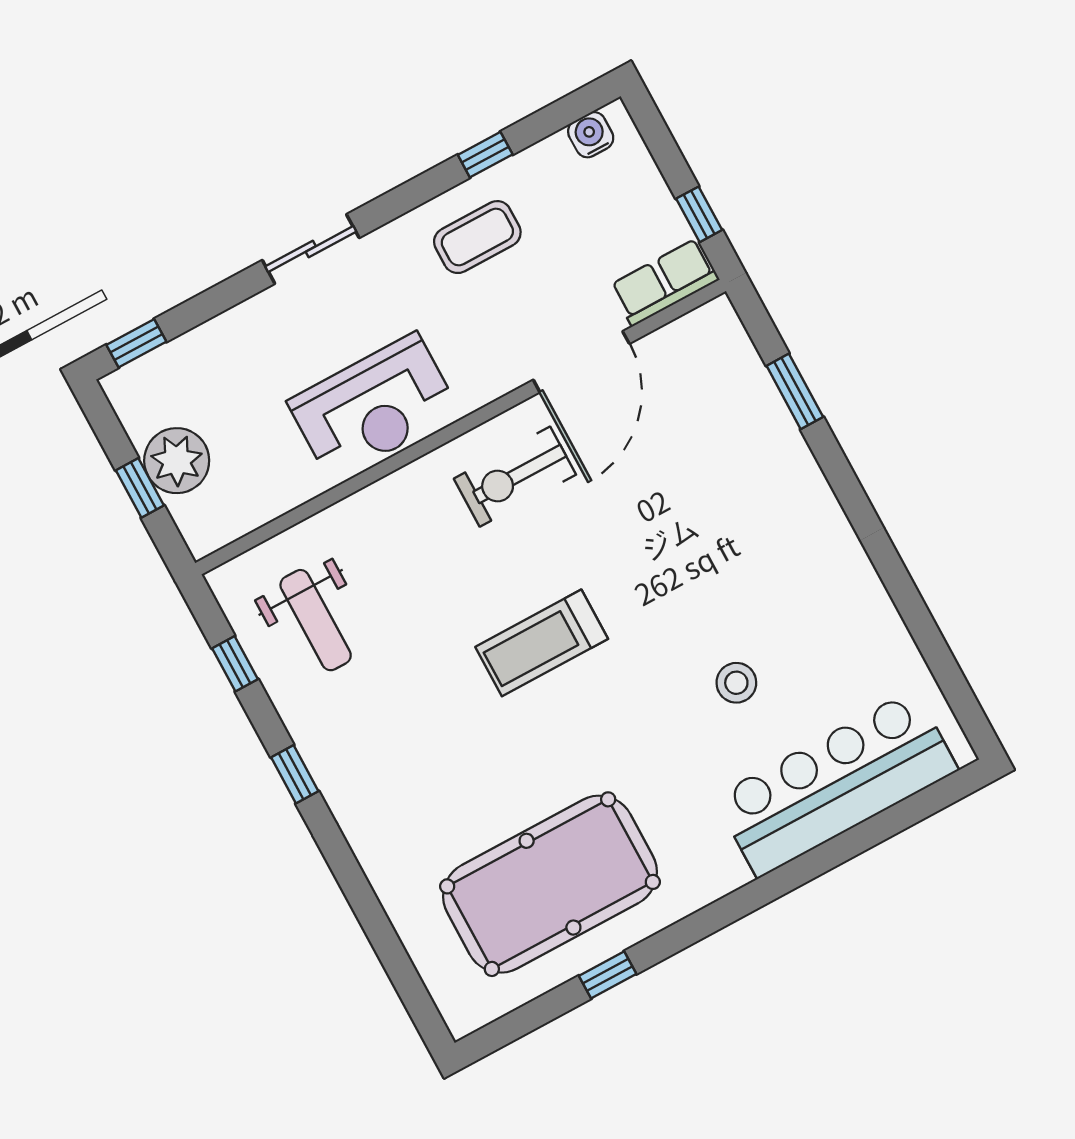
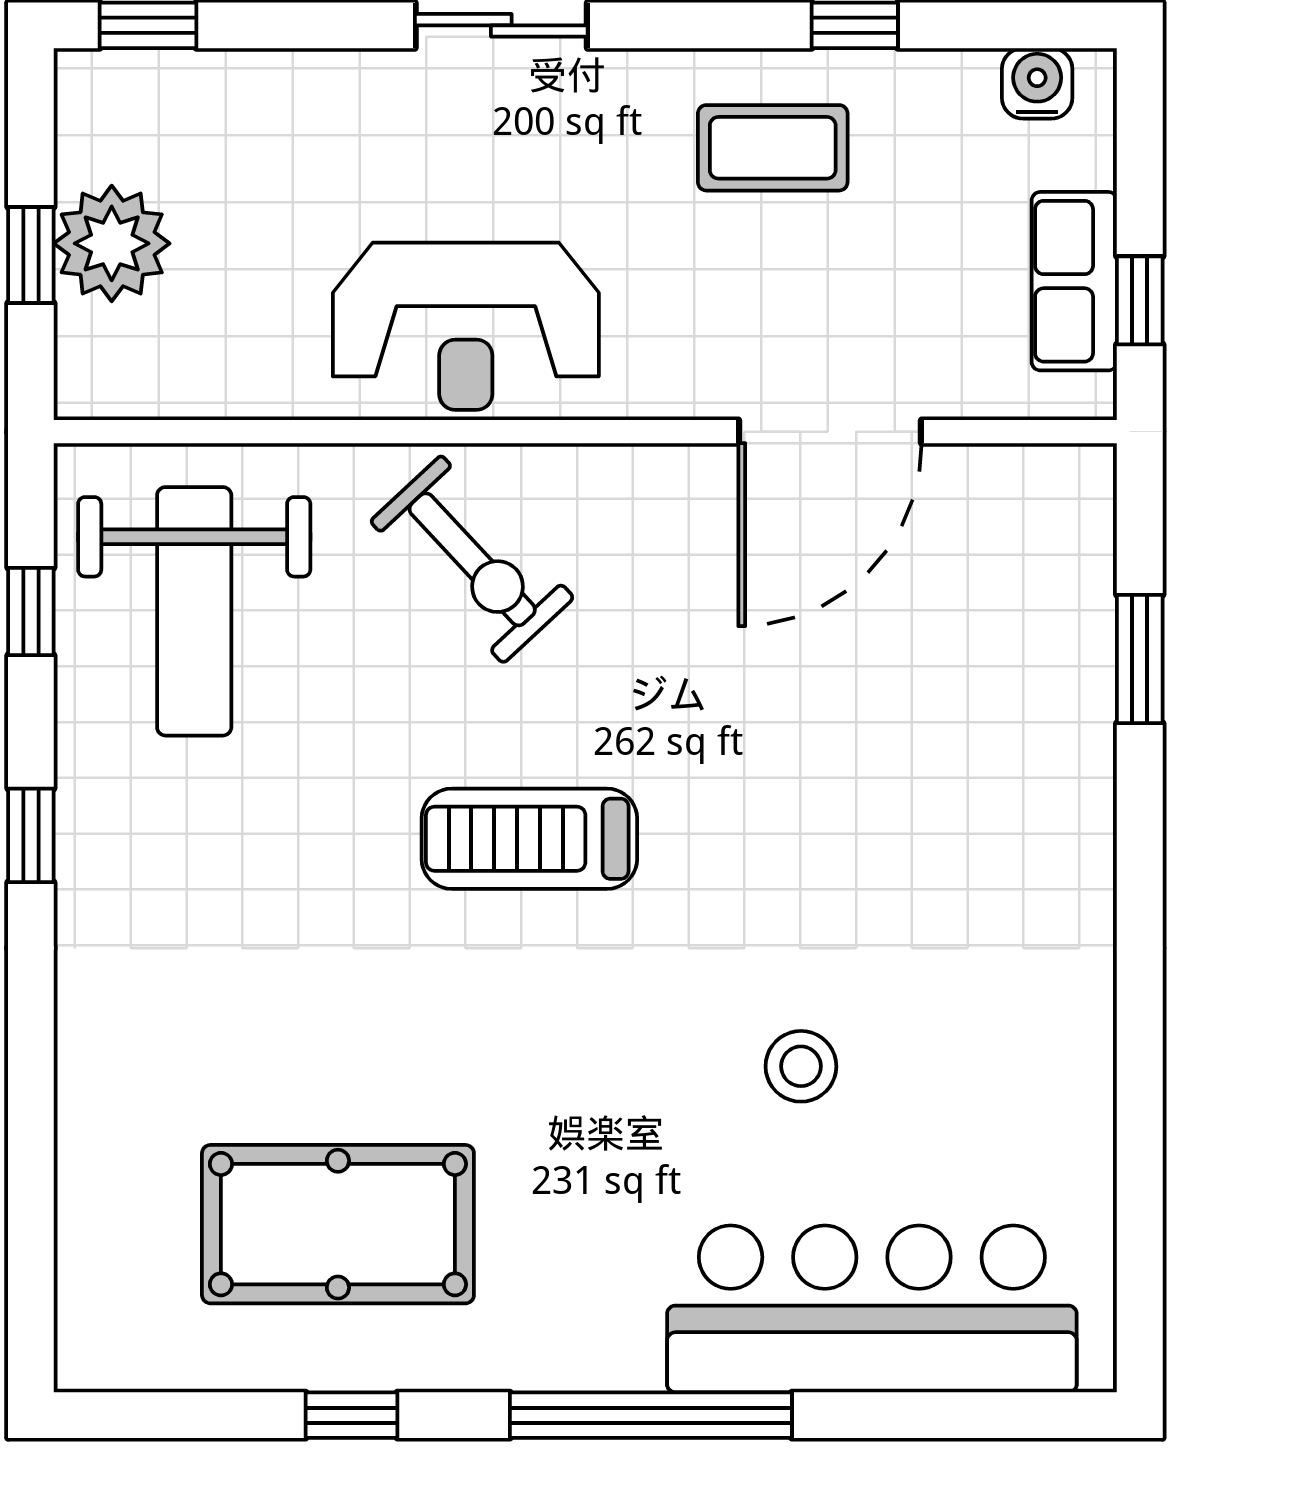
row of seats: (665, 282) -> (1074, 281), moved, turned -90
exercise bike: (515, 477) -> (472, 559), moved, turned -133
weight bench: (316, 620) -> (194, 611), width x1.36, depth x1.33
pool table: (550, 884) -> (338, 1224), width x0.73, depth x0.76
window: (755, 895) -> (651, 1415), added

